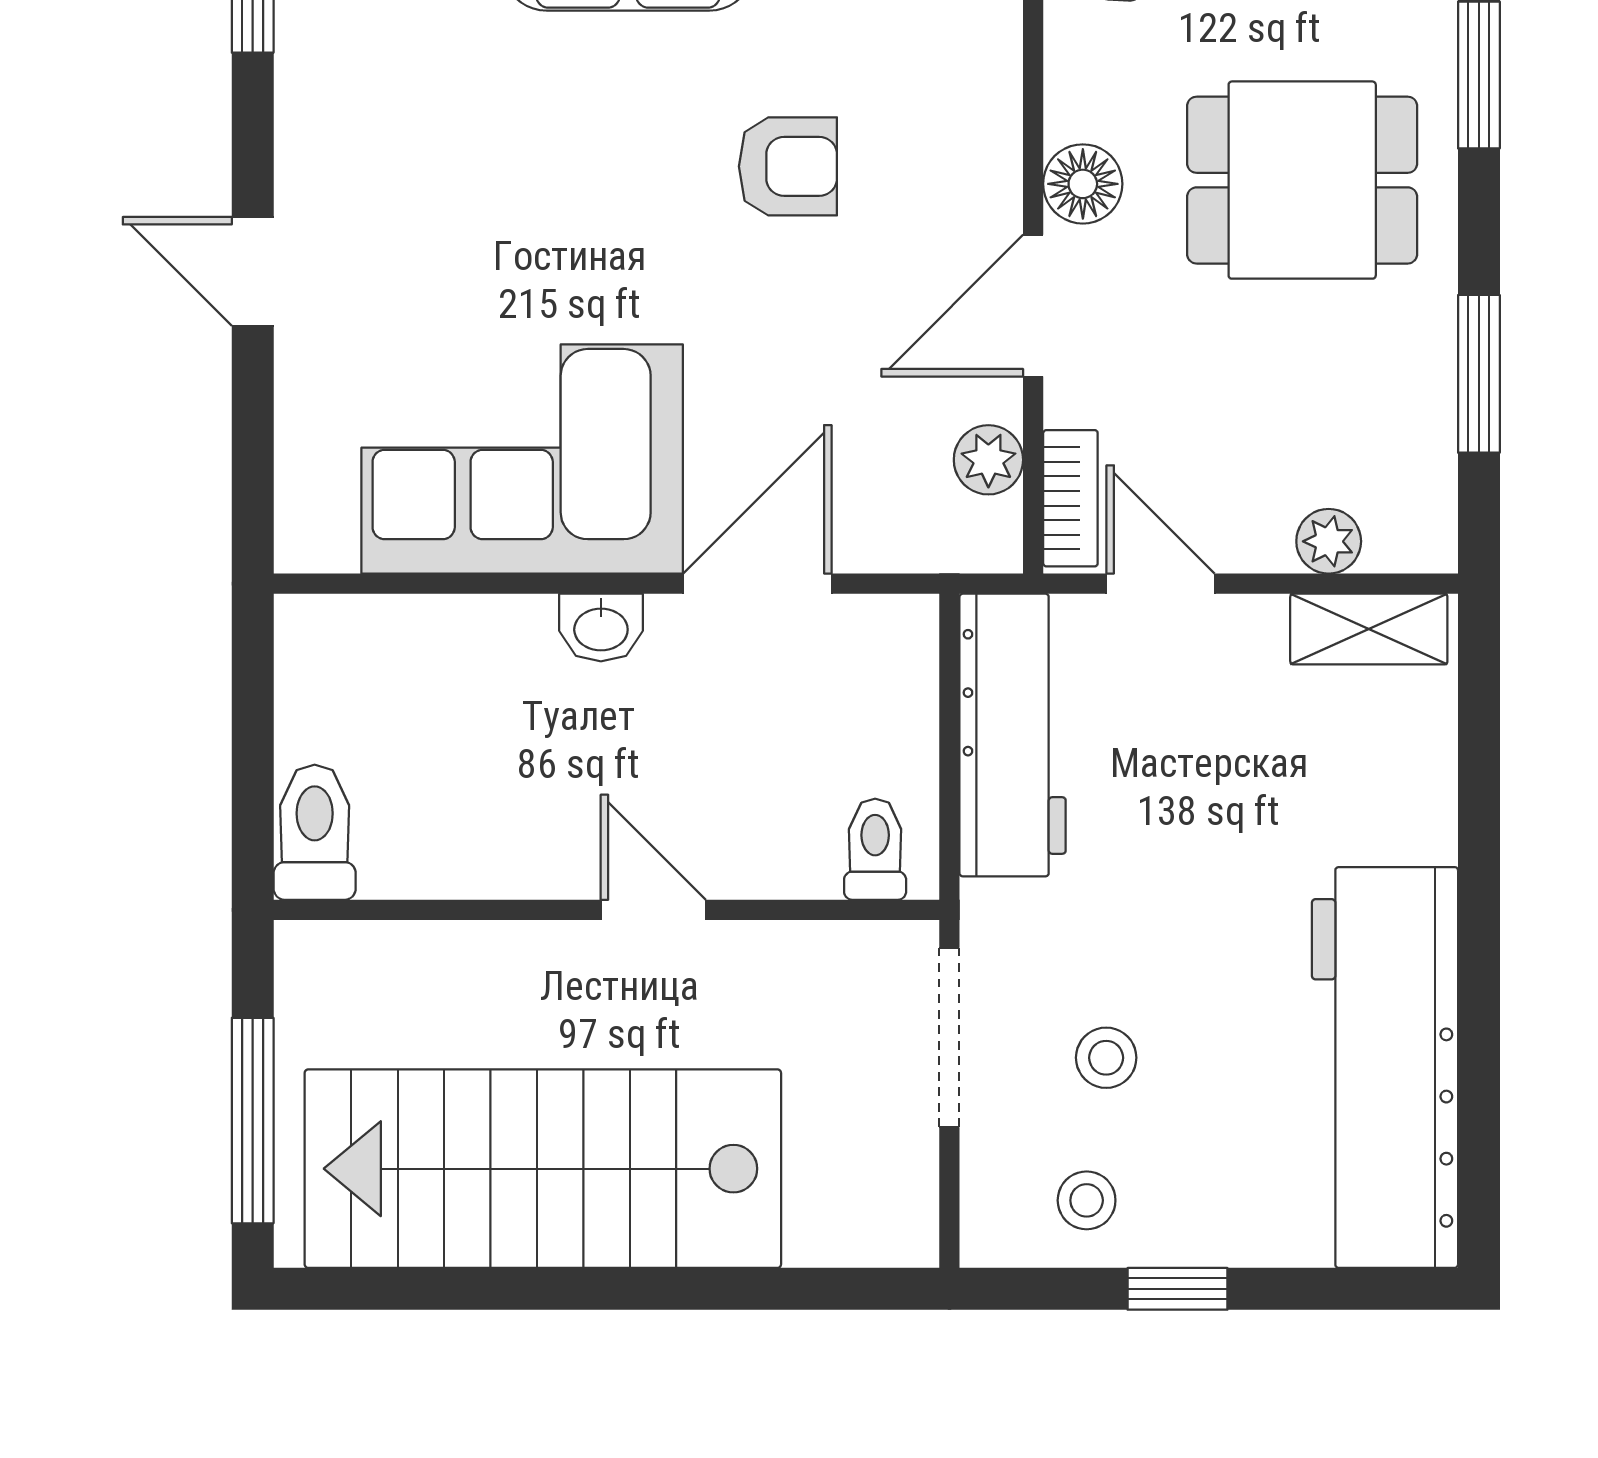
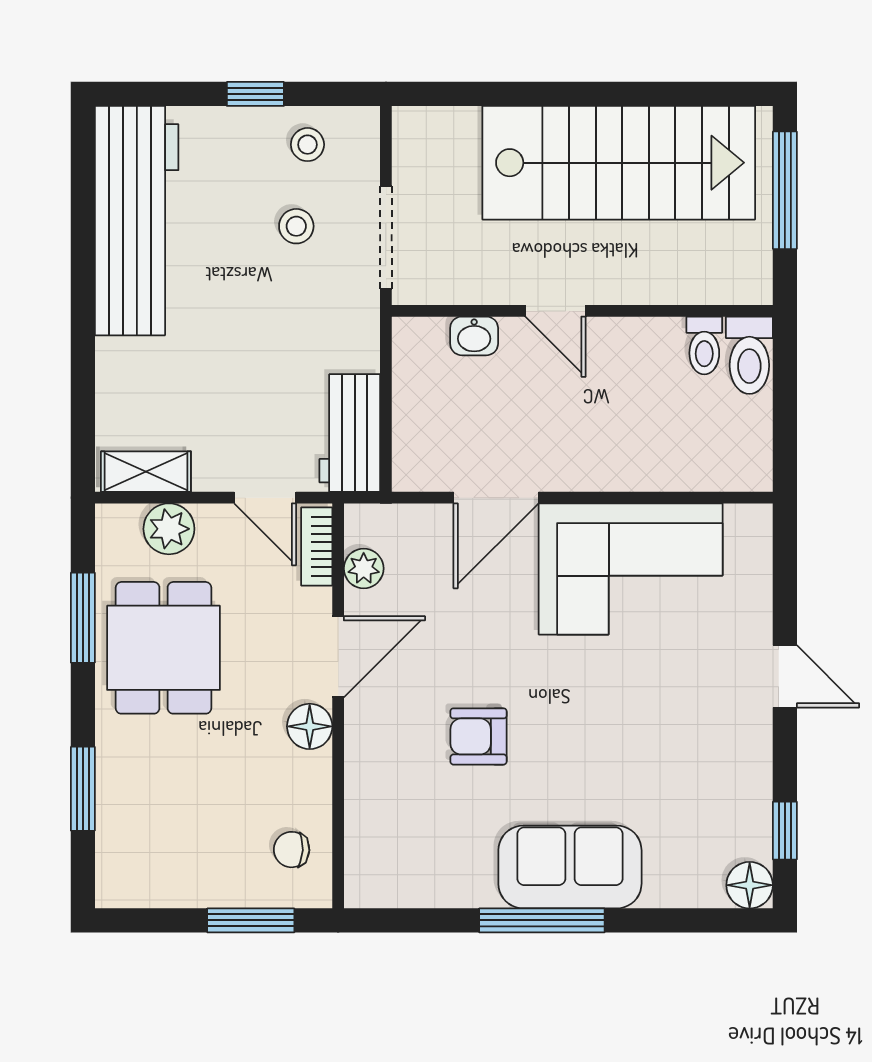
dining table: (1302, 180) -> (163, 648), moved, turned 90
plant: (1329, 541) -> (169, 529), width x1.38, depth x1.38
washbasin: (601, 627) -> (474, 336), moved, turned 180
workbench: (1013, 735) -> (350, 433), width x0.73
toilet: (875, 849) -> (704, 346), moved

